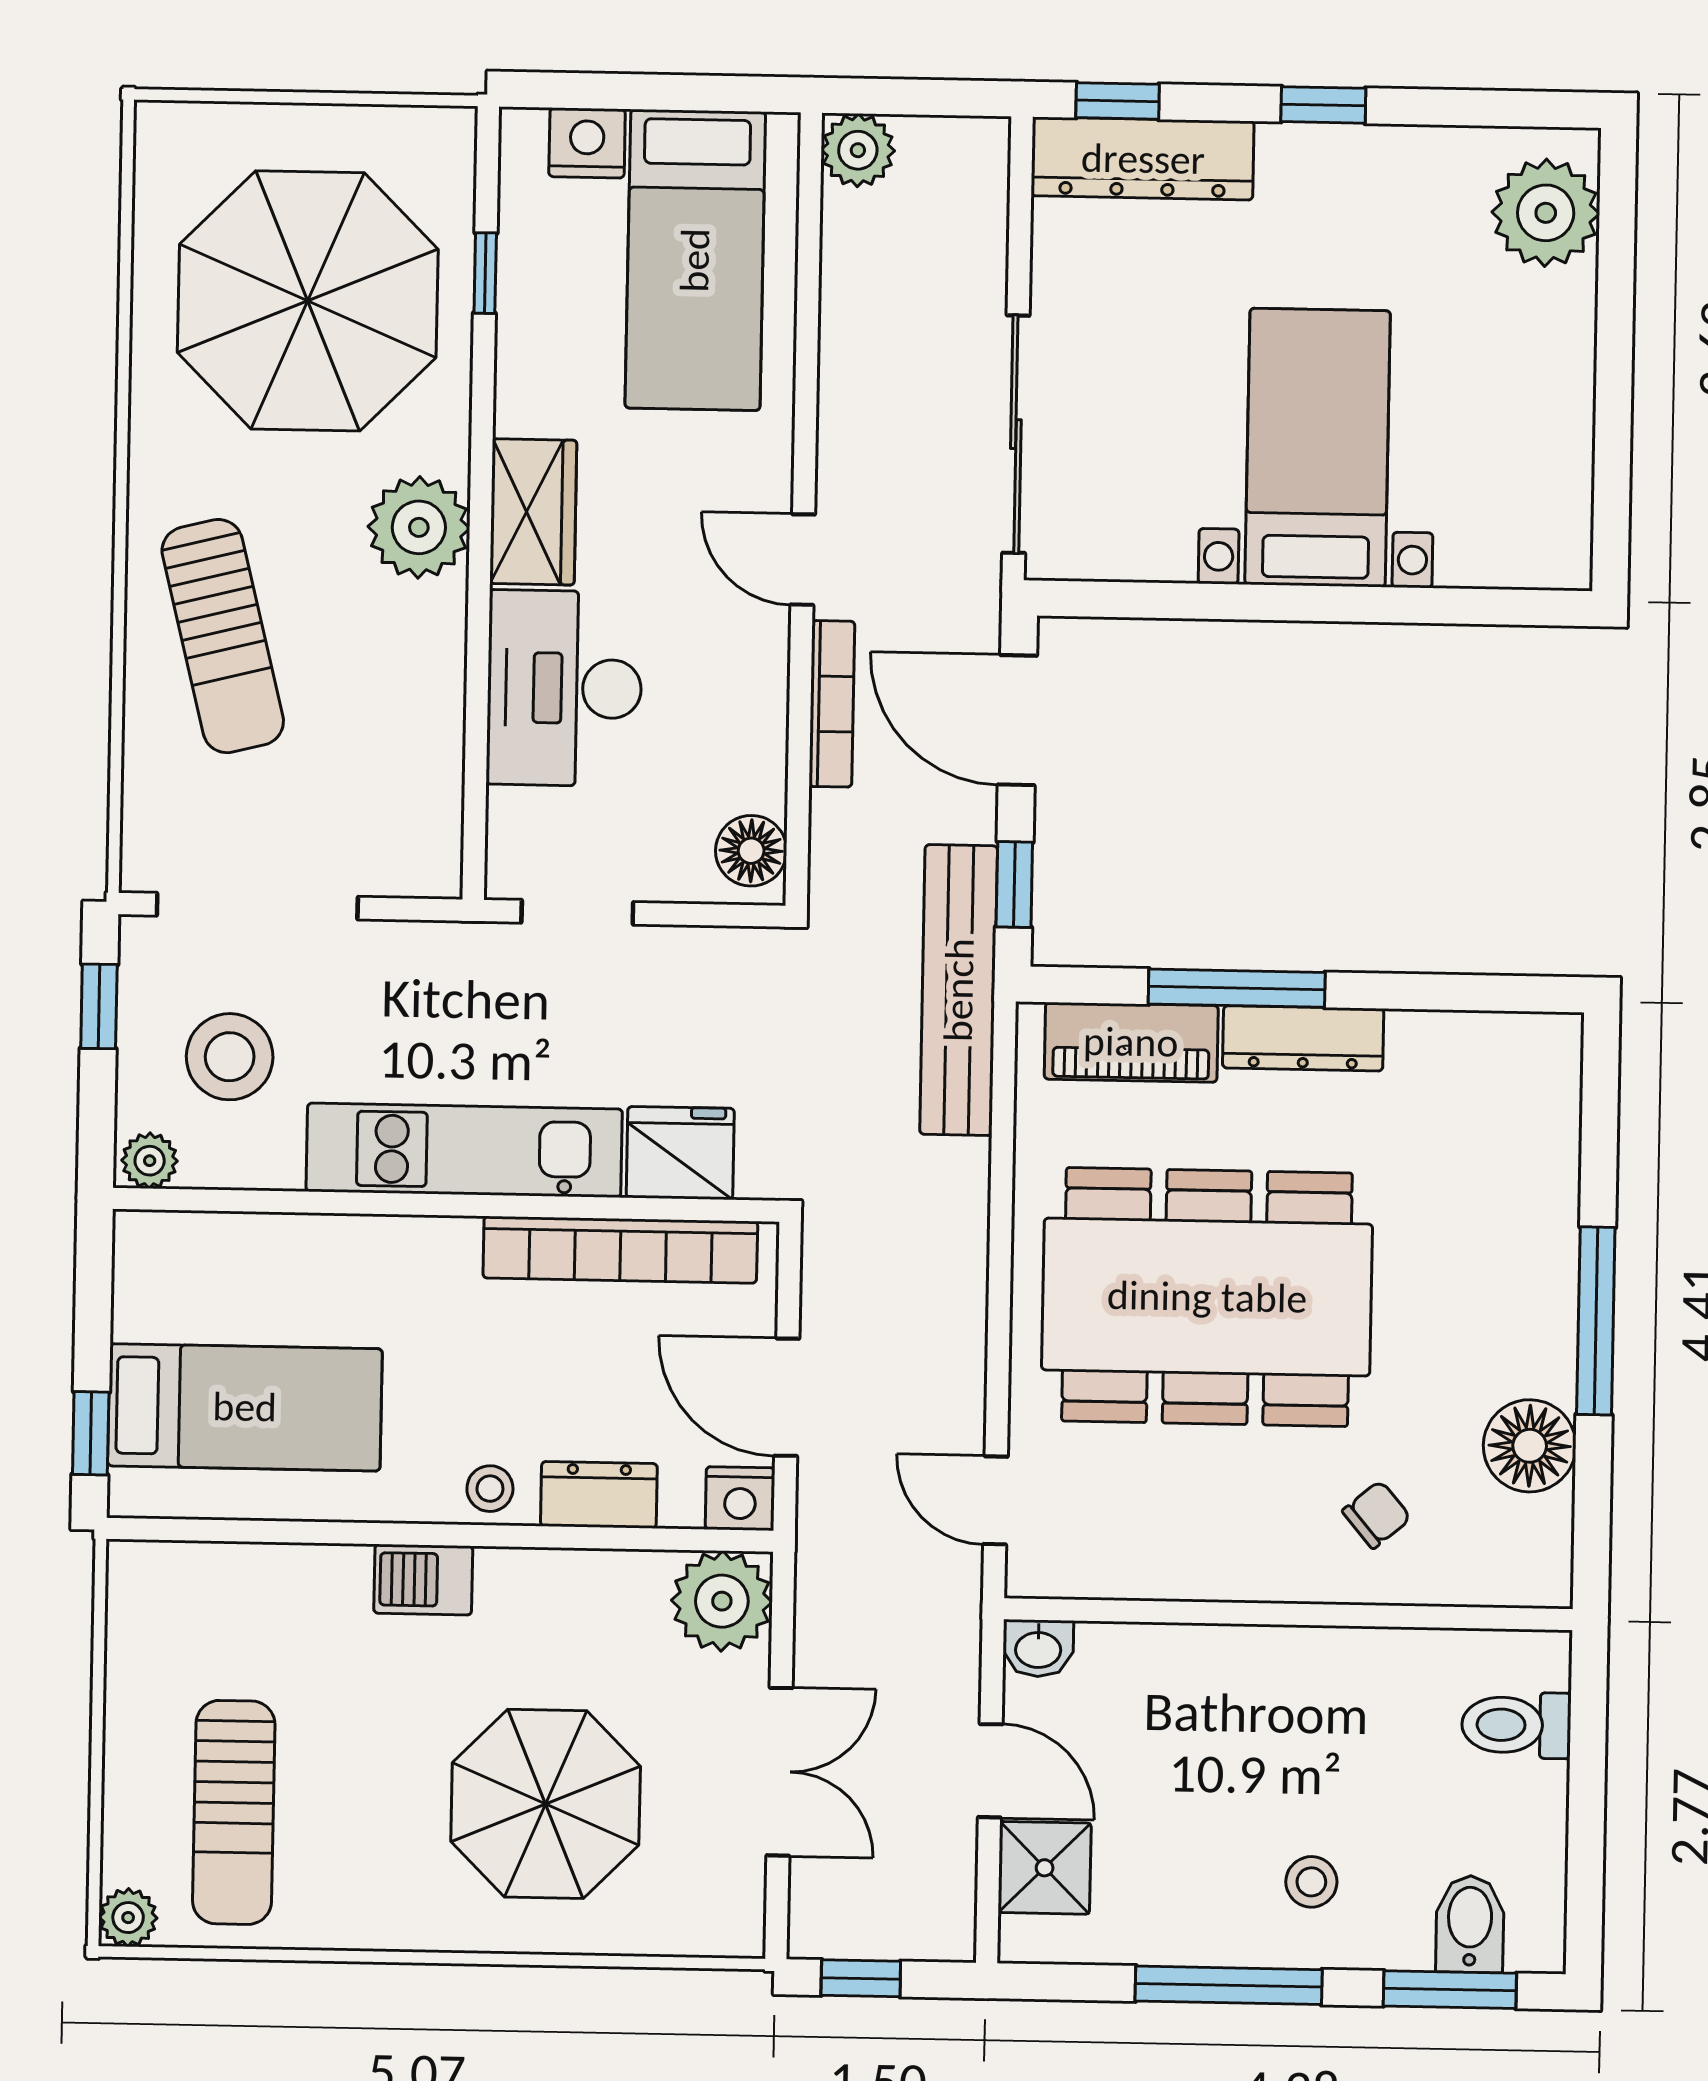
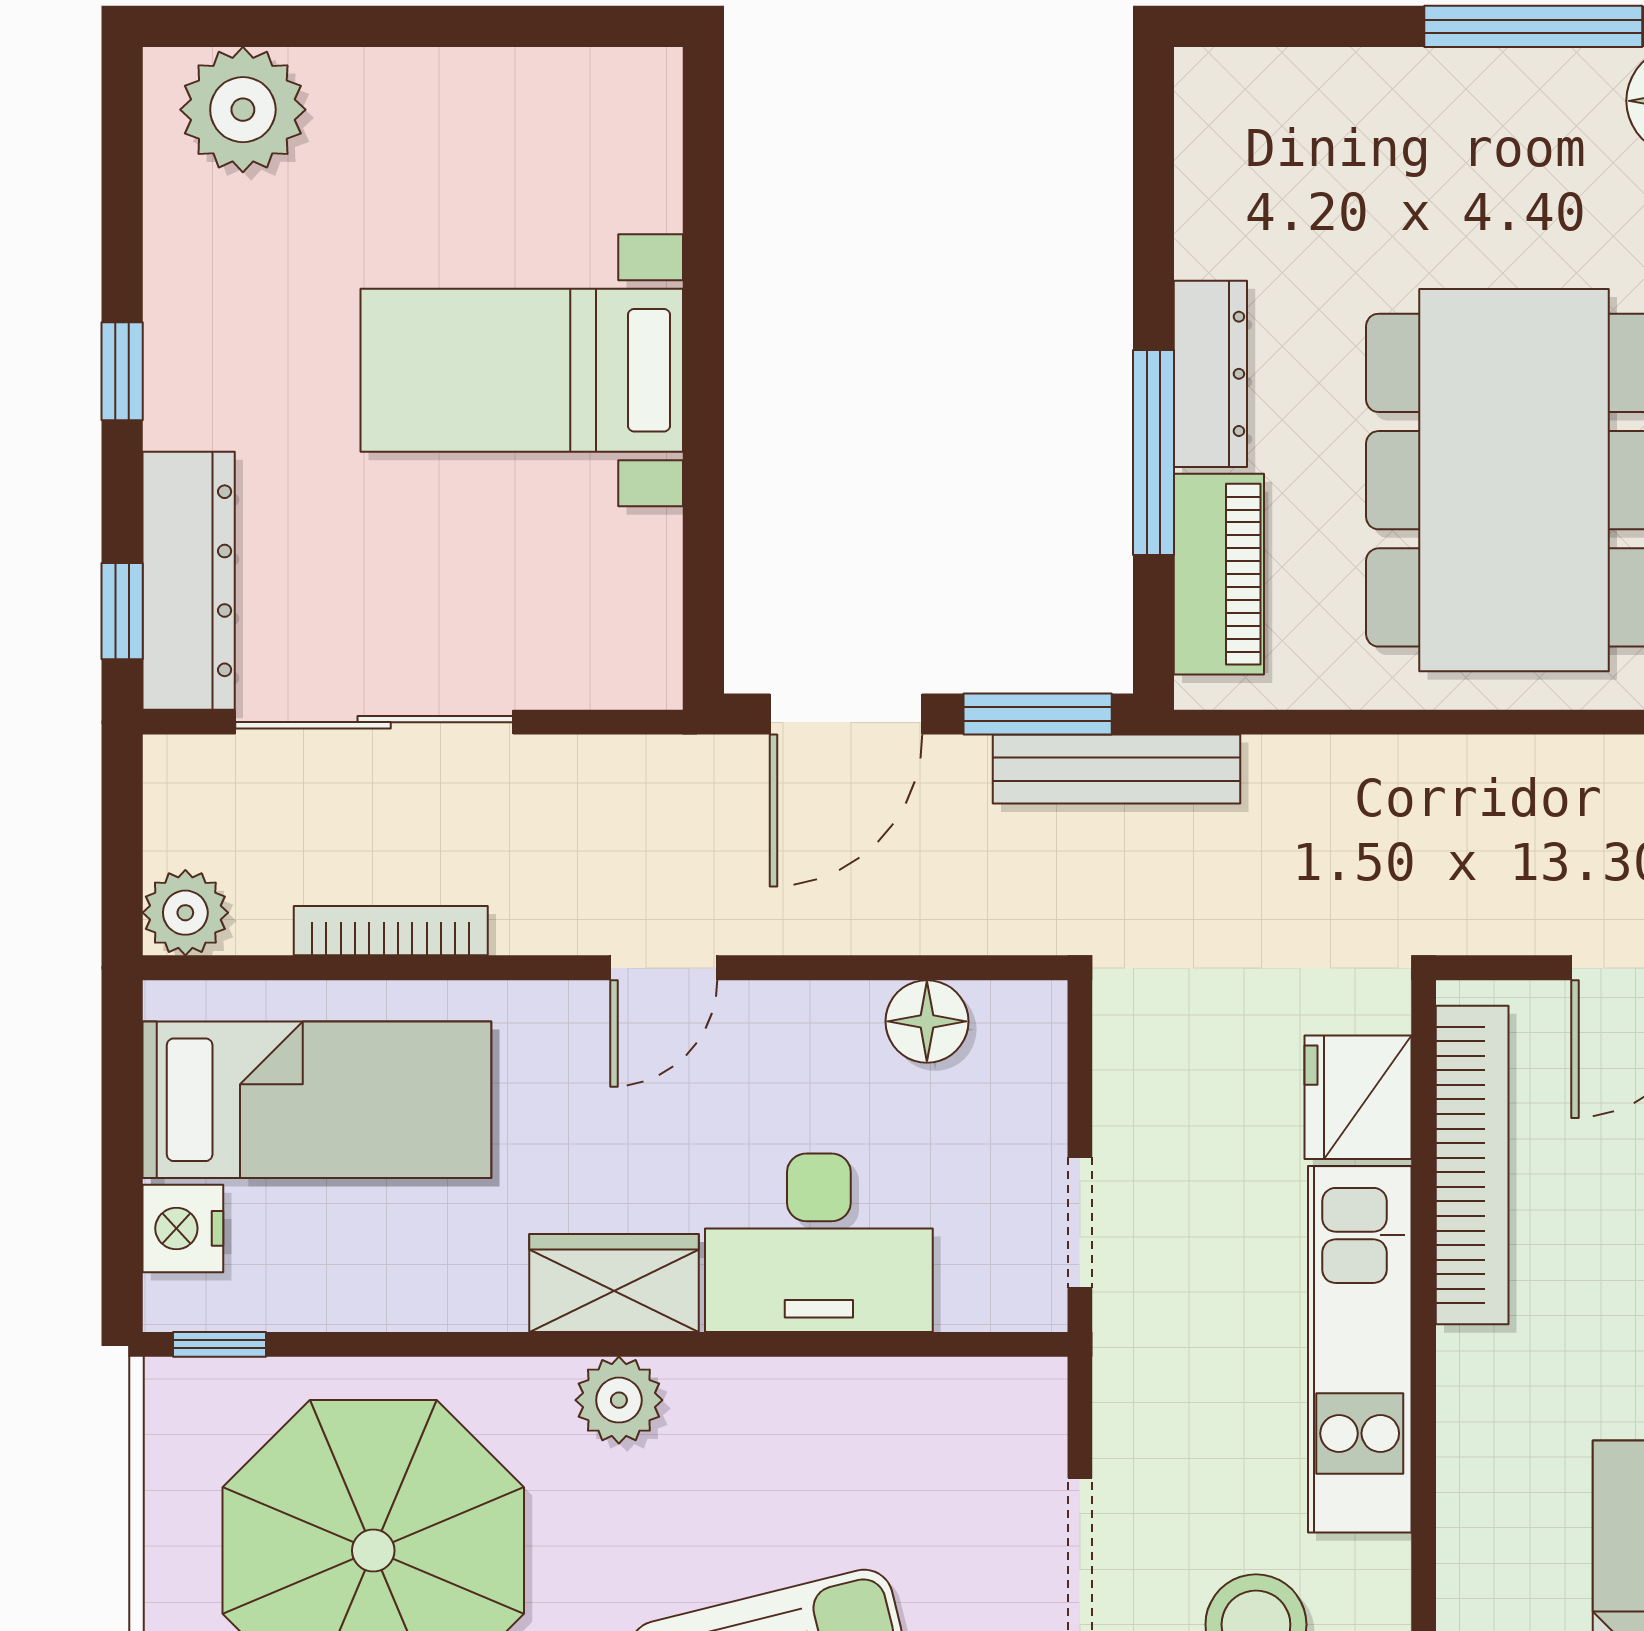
window: (485, 273) -> (219, 1344), moved
sliding door: (1016, 434) -> (374, 722), moved
plant: (419, 527) -> (619, 1400), width x0.73, depth x0.73
bookcase: (832, 704) -> (391, 931), moved
floor lamp: (751, 851) -> (927, 1021), moved
window: (1014, 885) -> (1038, 714), width x1.50
bench: (959, 990) -> (1117, 769), width x0.73, depth x0.82

